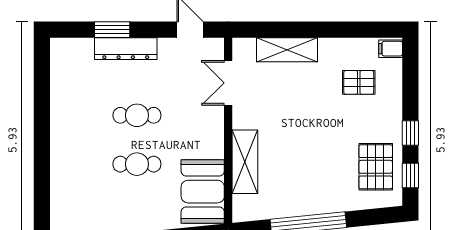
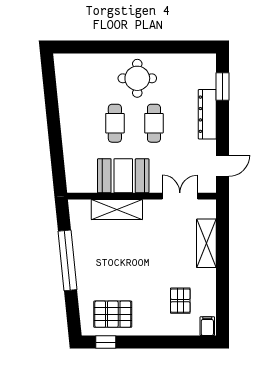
window: (112, 30) -> (223, 86), moved
window: (410, 133) -> (140, 342), removed
round table: (81, 136) -> (137, 78), added
booth: (203, 192) -> (123, 176), moved

